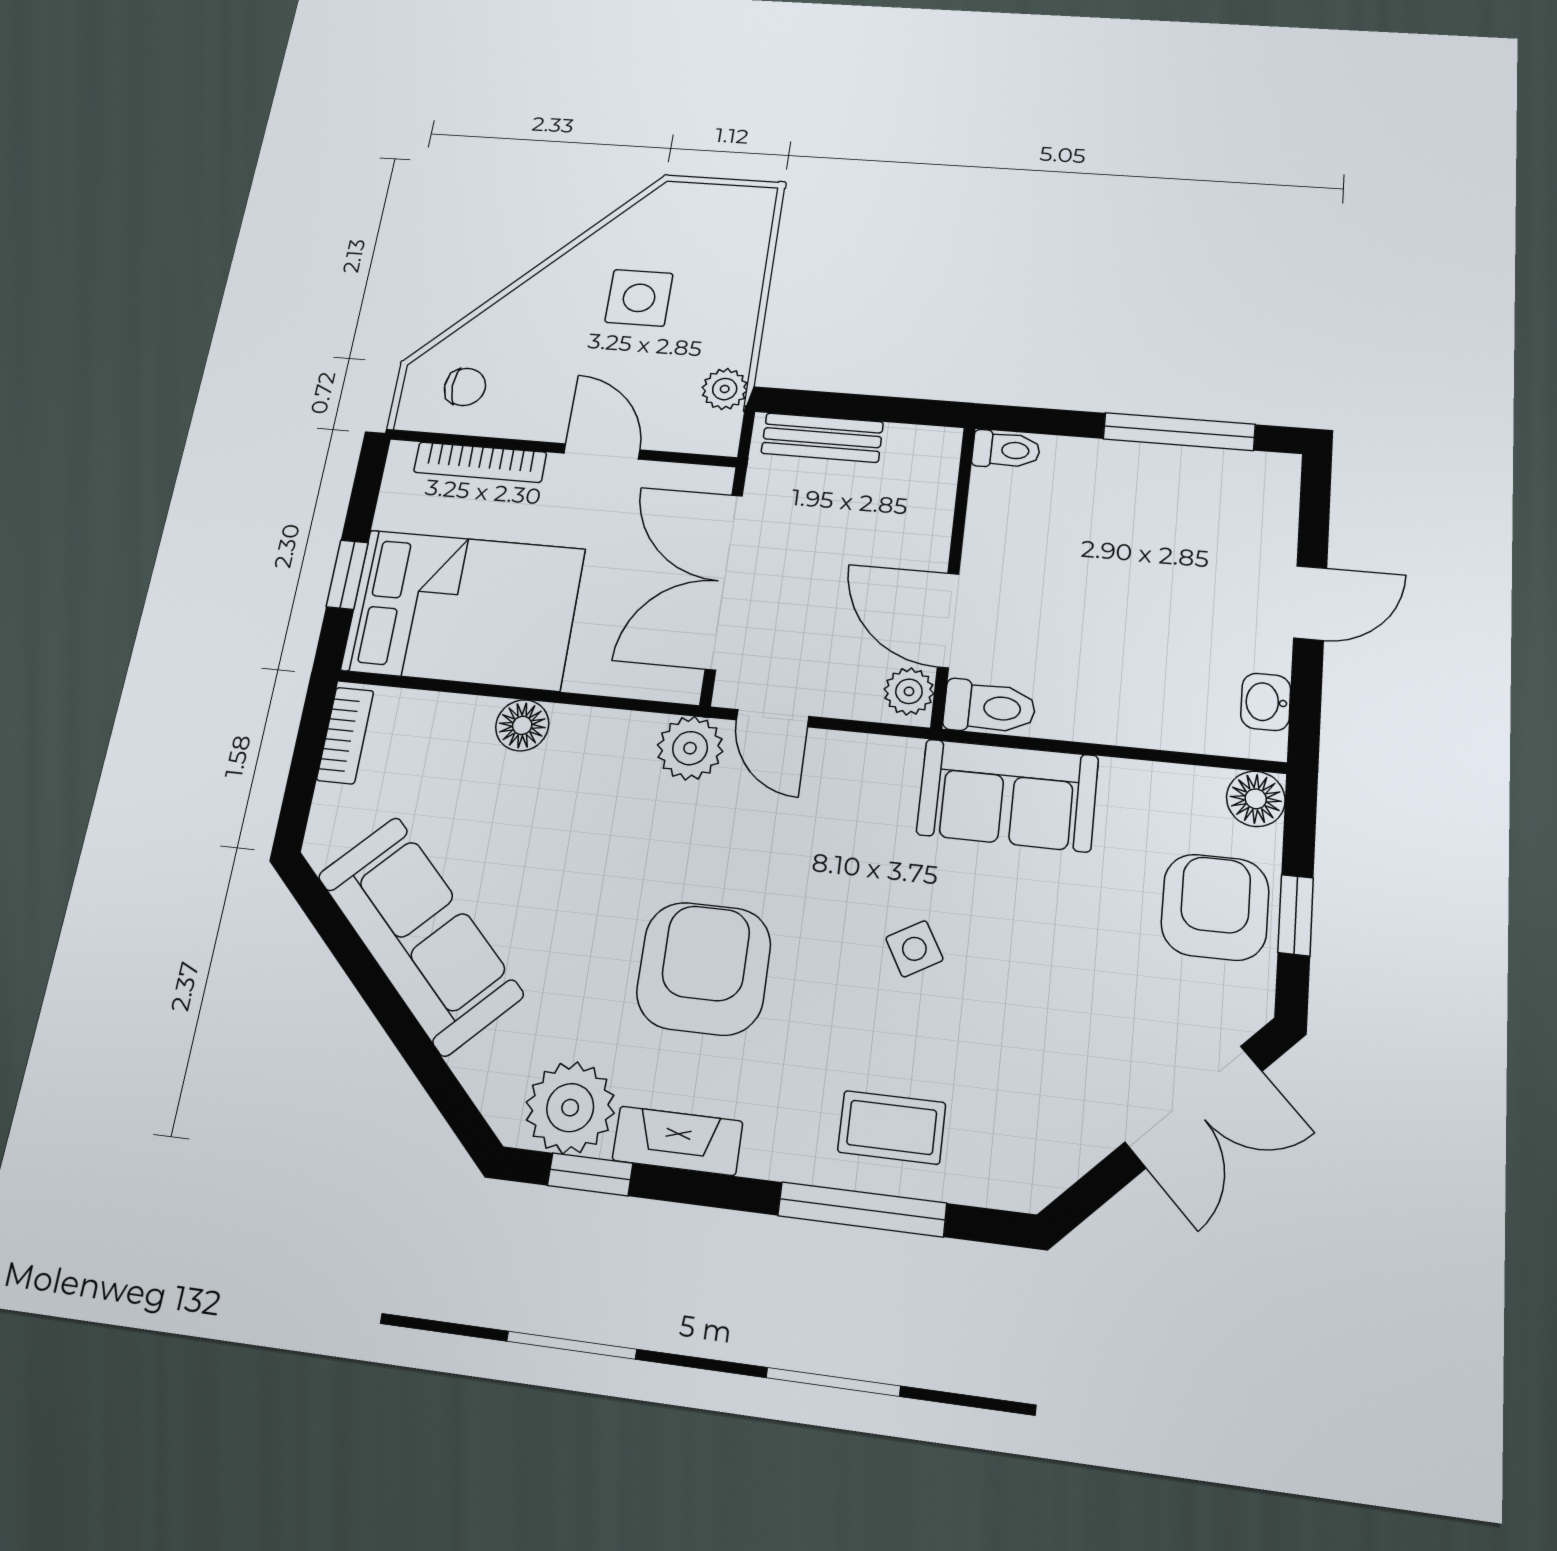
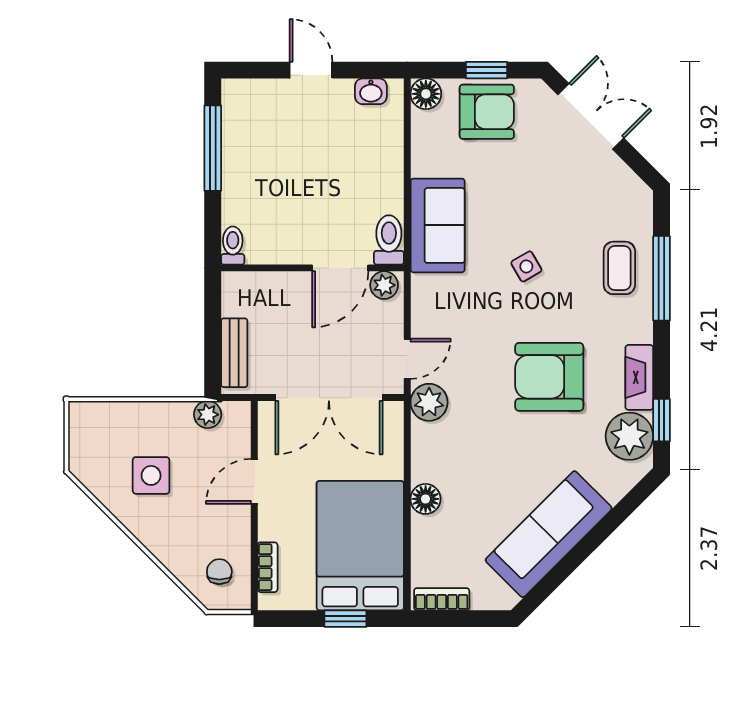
bookcase: (480, 462) -> (268, 567), width x0.64
armchair: (1215, 907) -> (487, 112), turned 180

